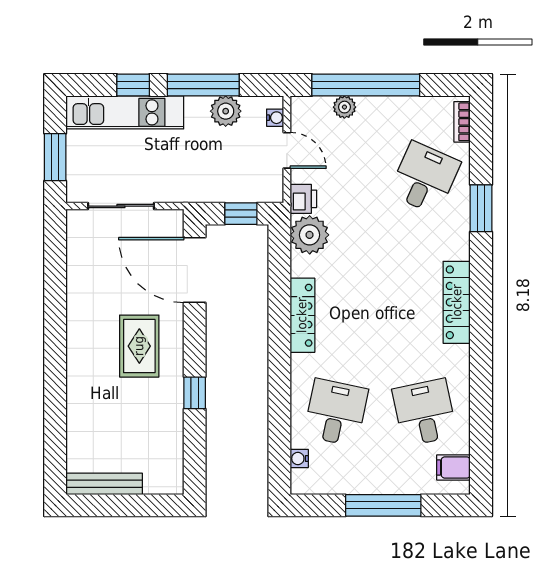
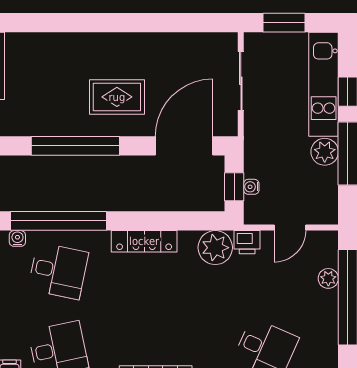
plant: (226, 111) -> (325, 152), moved
water cooler: (275, 118) -> (251, 187), moved, turned 90
window: (195, 393) -> (75, 146), width x3.17
window: (279, 412) -> (58, 221), added

